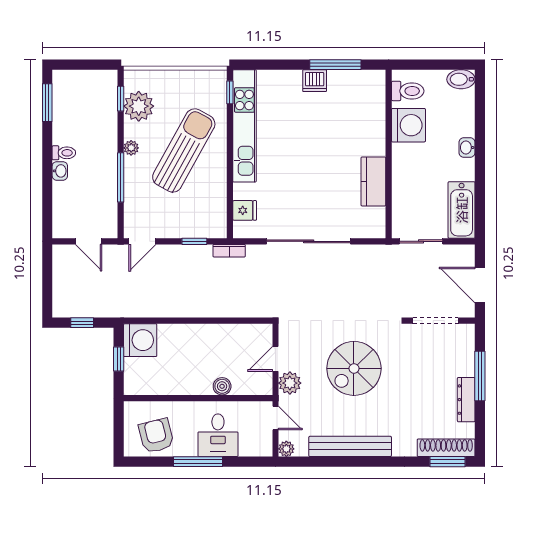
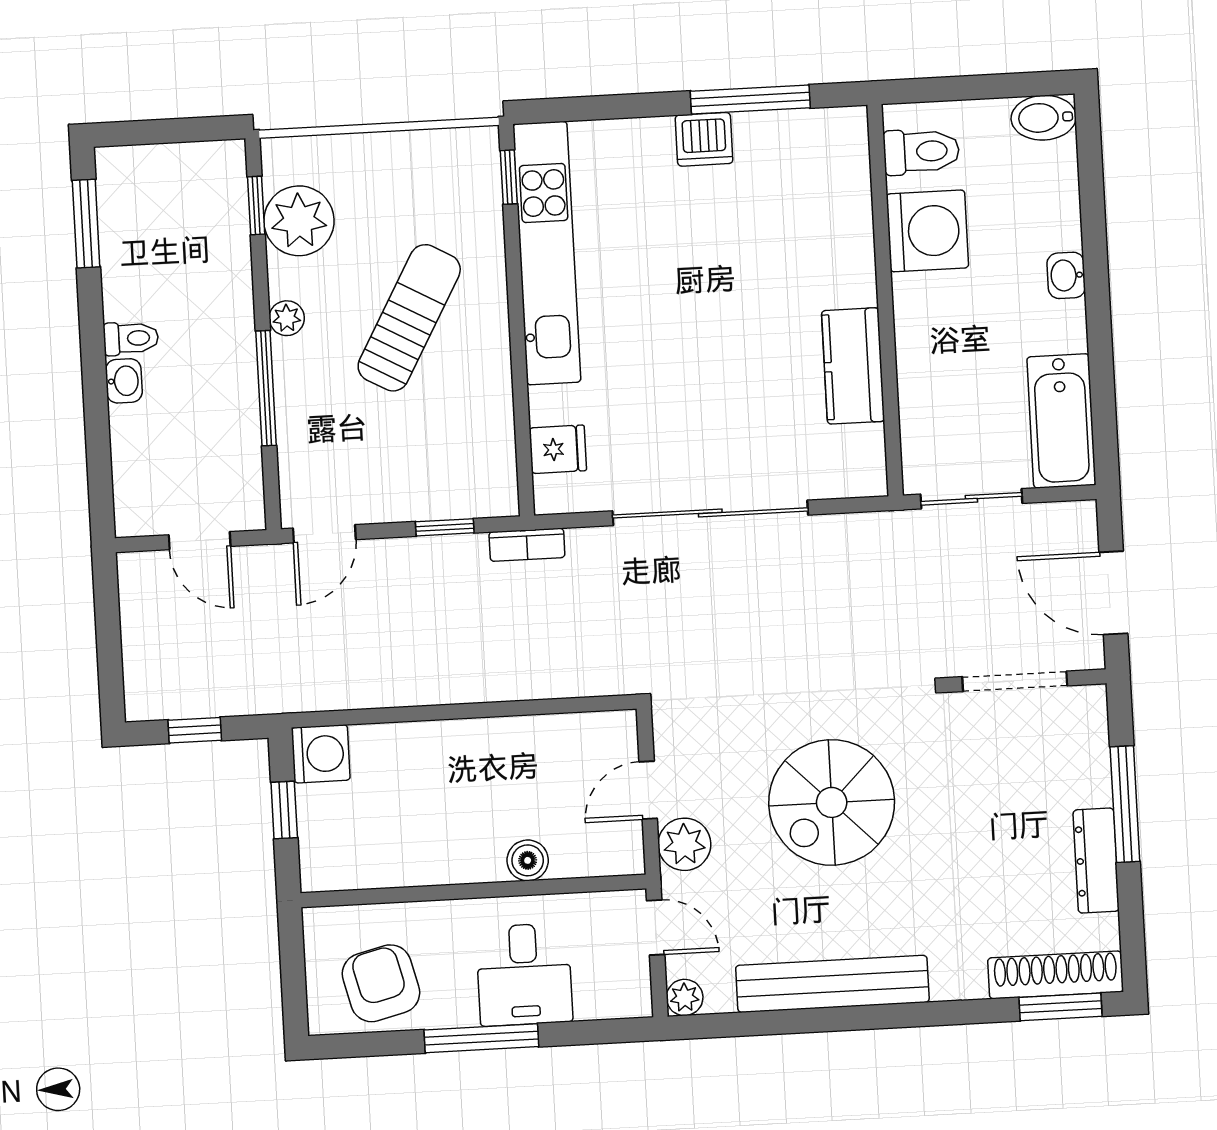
sun lounger: (184, 150) -> (409, 318), width x0.73, depth x0.75
washing machine: (140, 340) -> (321, 754), width x0.73, depth x0.73

